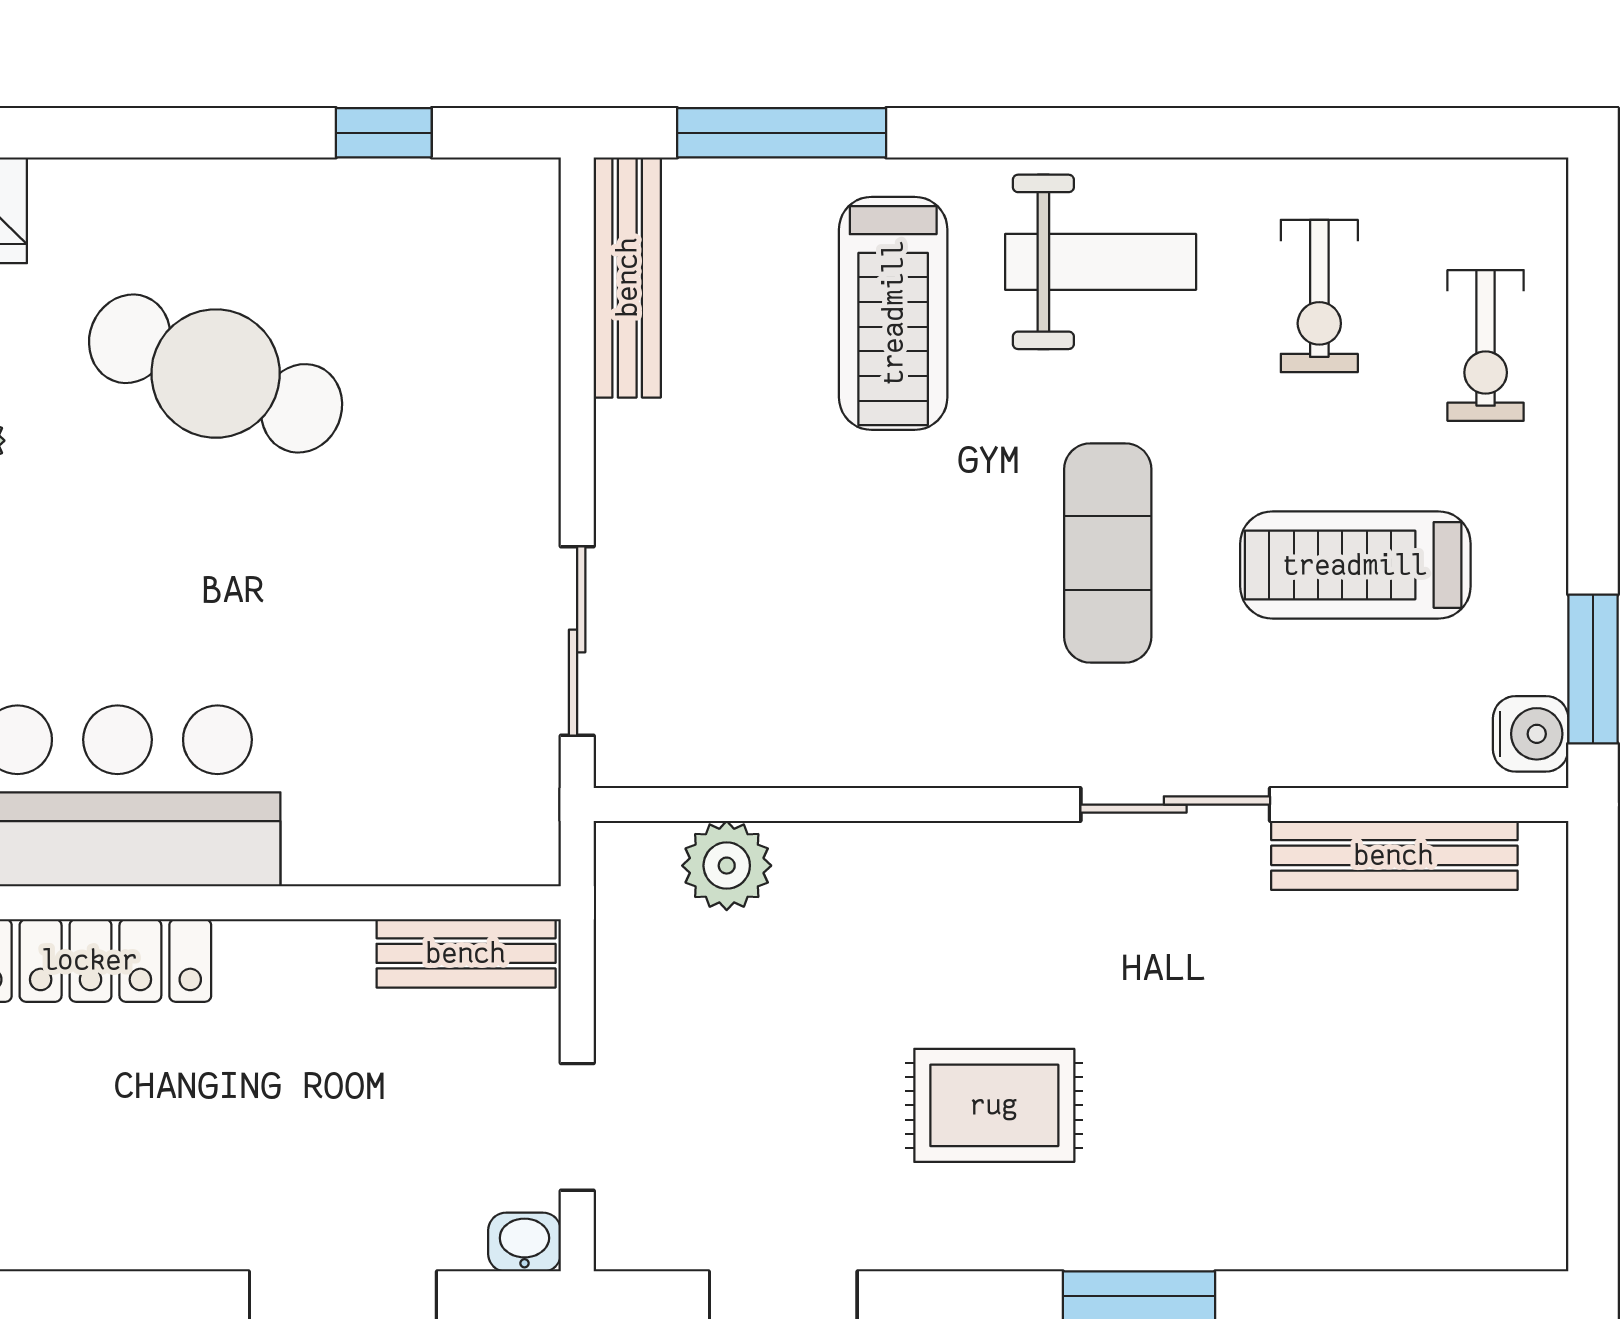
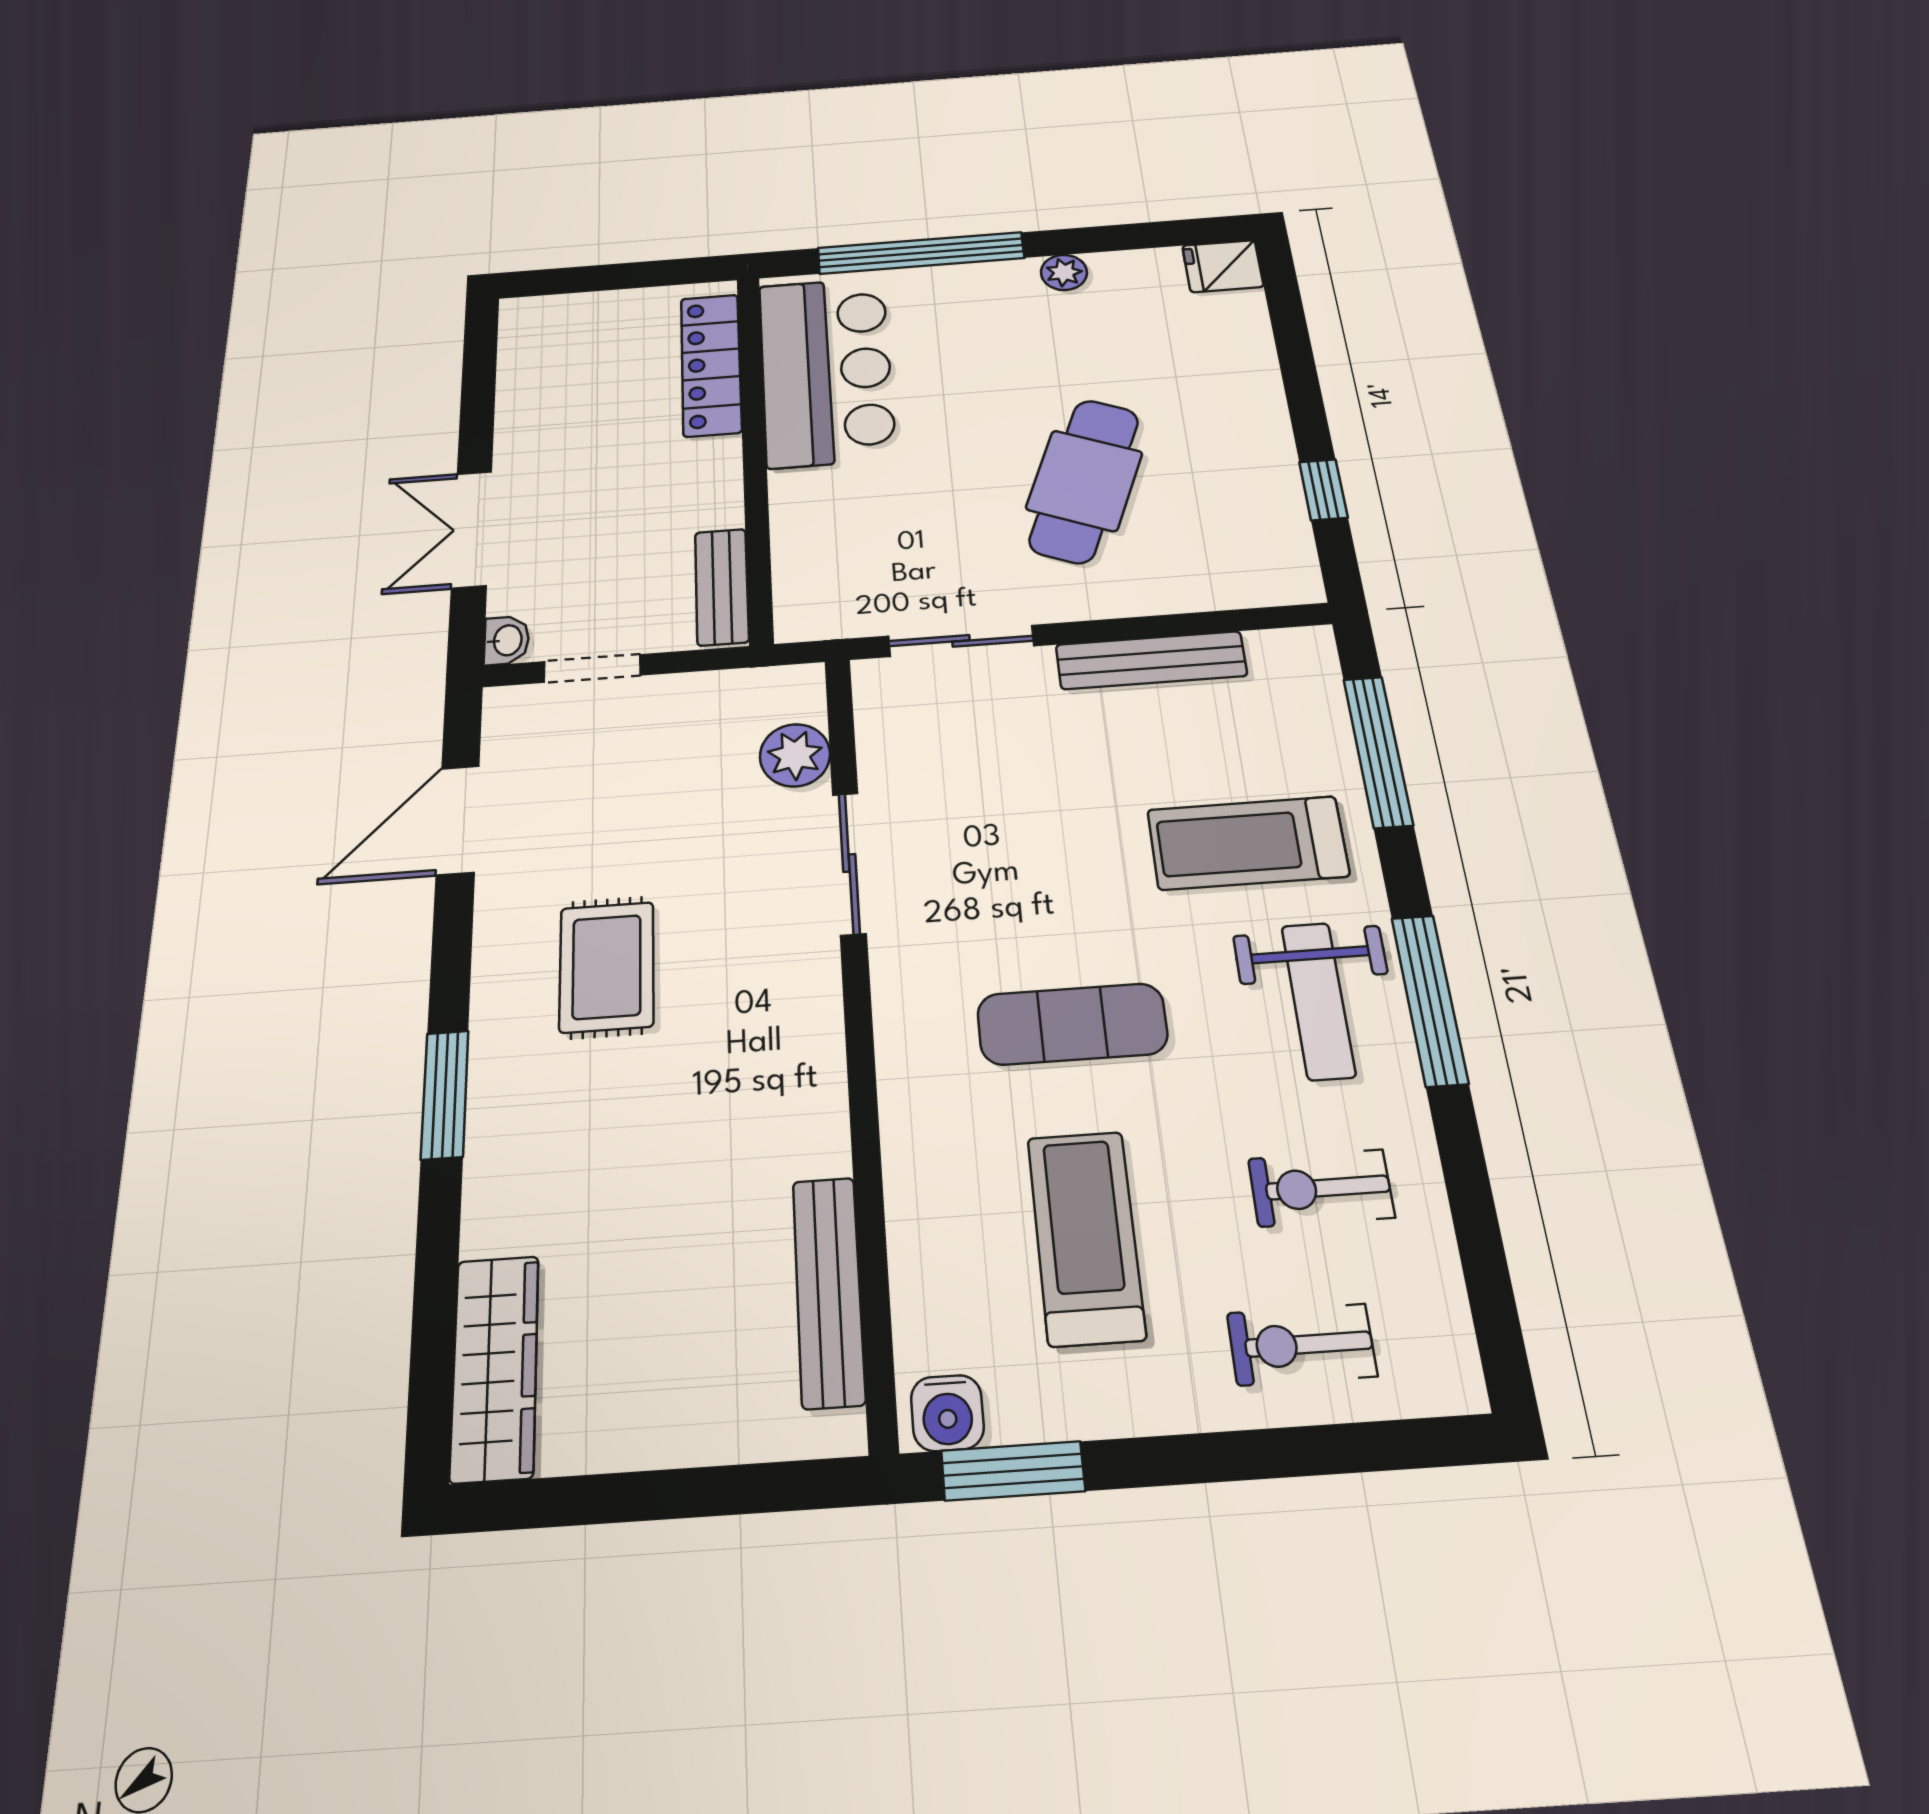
window: (1109, 133) -> (1429, 1000), added
bench: (627, 277) -> (1151, 660), moved
cafe table: (216, 374) -> (1084, 481), moved
sliding door: (1175, 805) -> (849, 863), moved
wardrobe: (1451, 1226) -> (495, 1367), added

